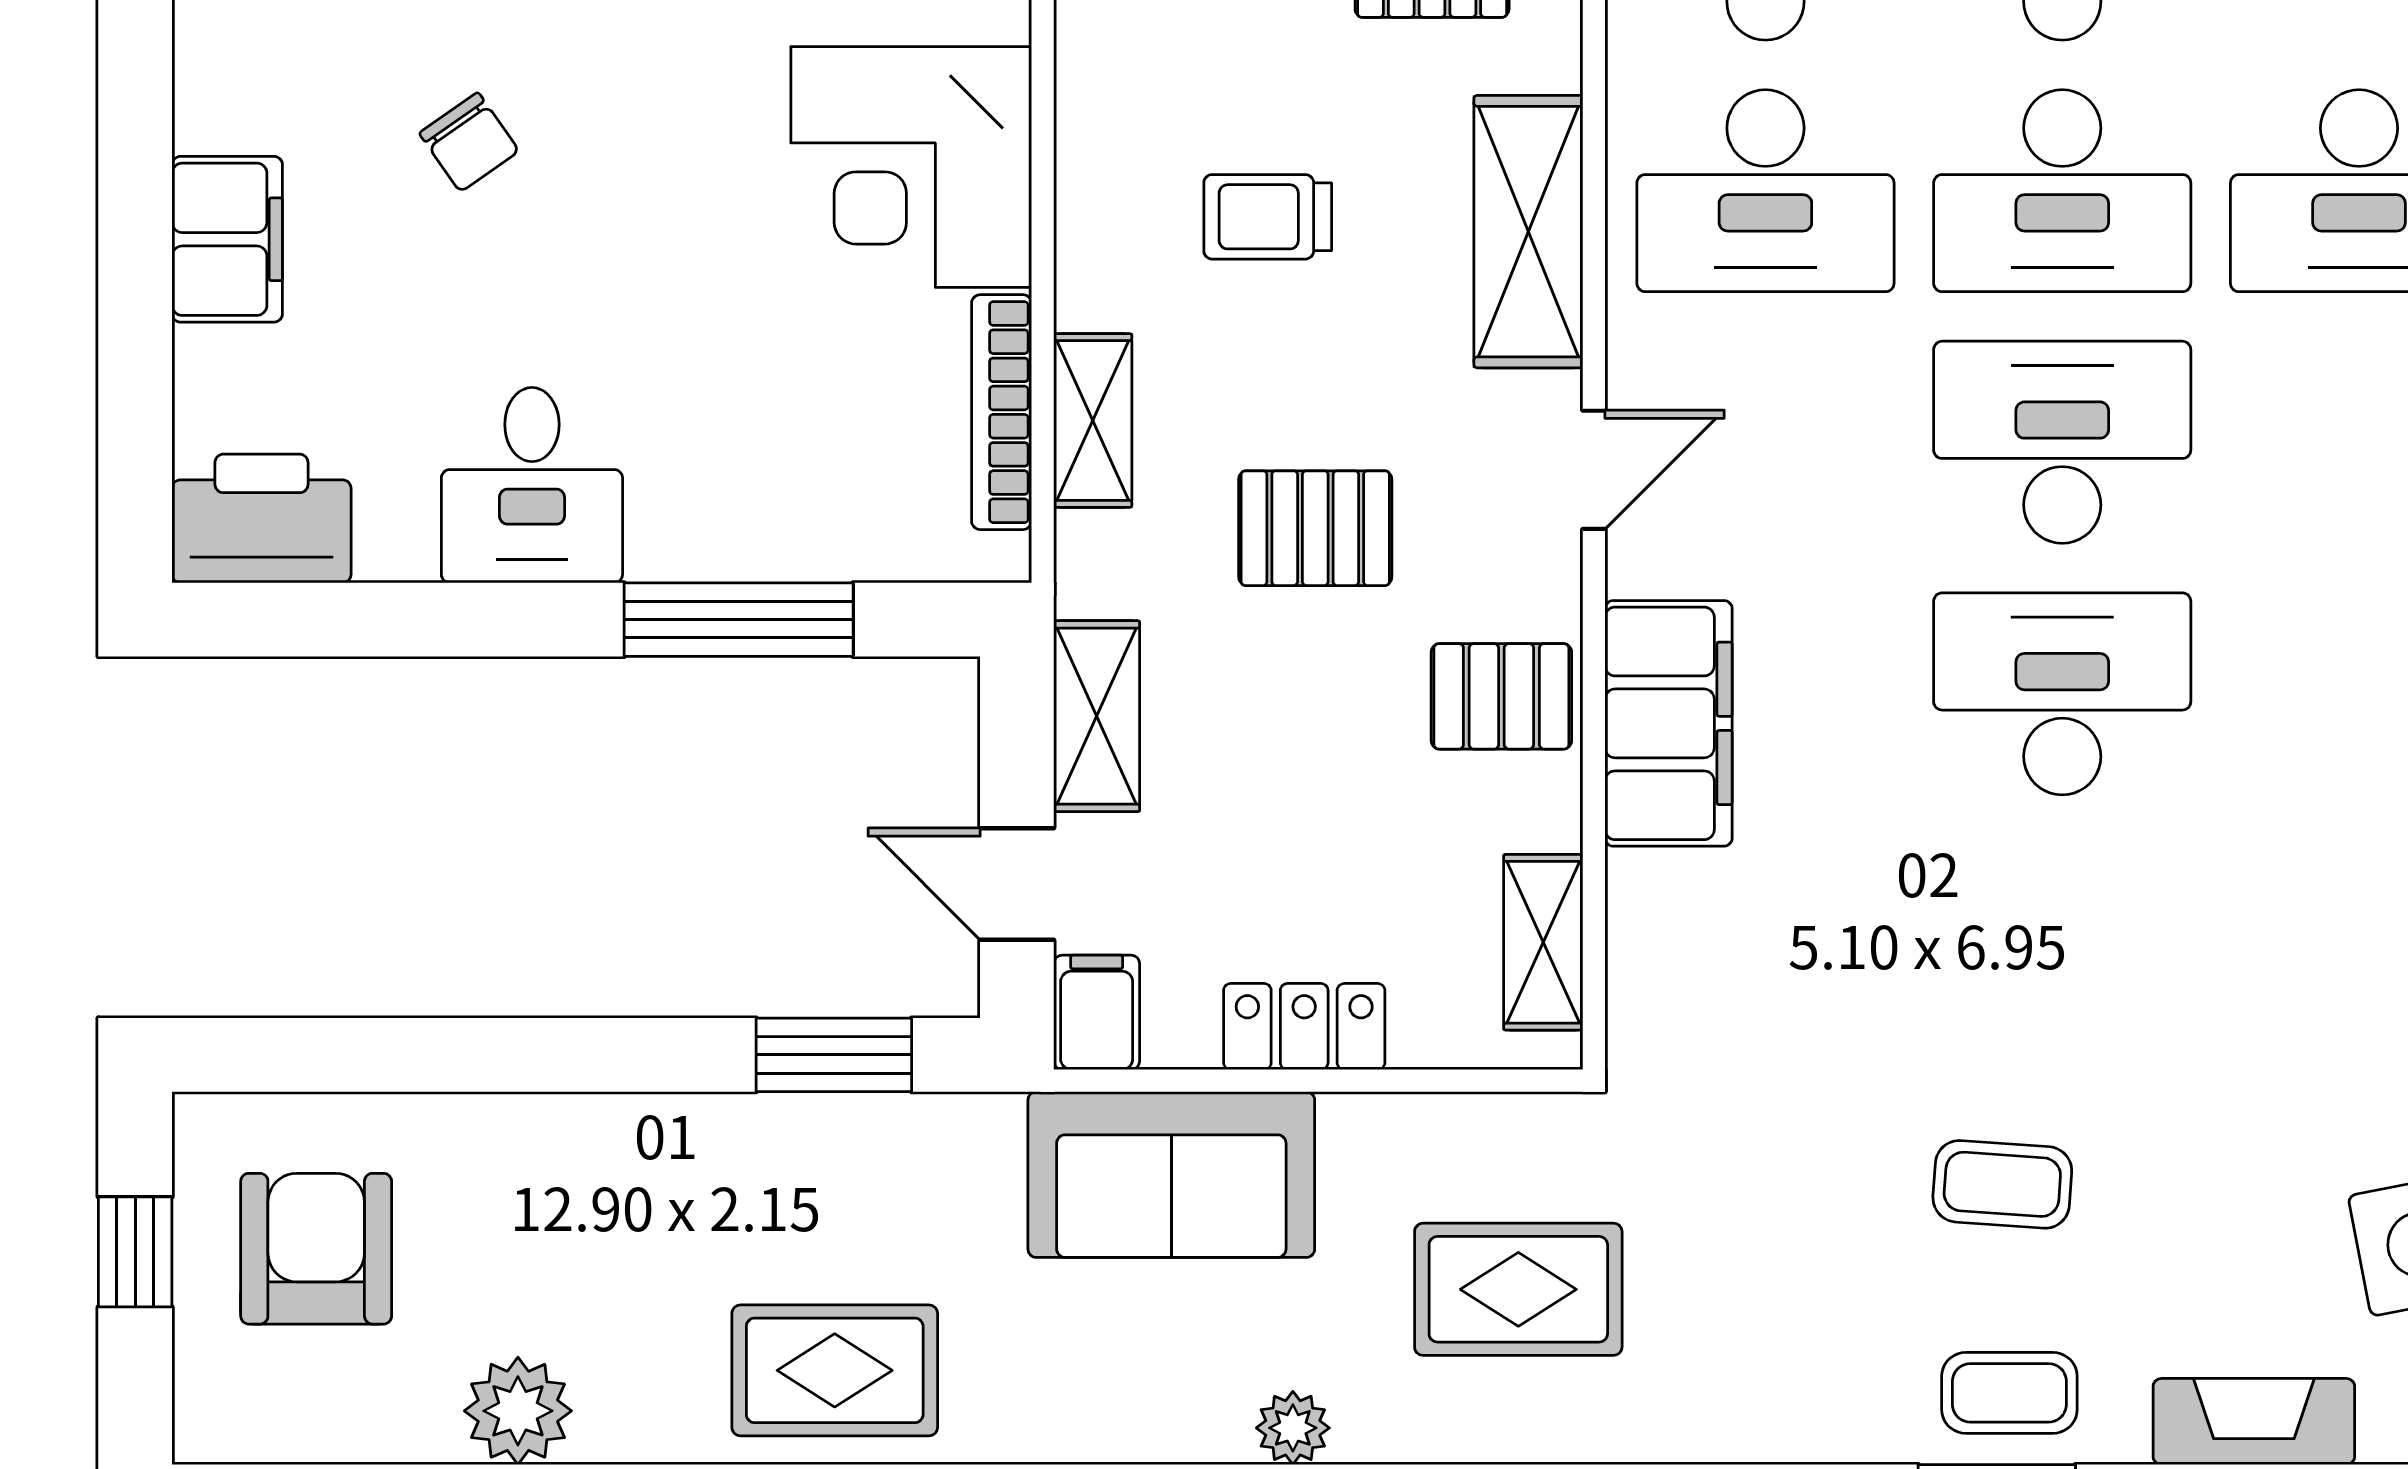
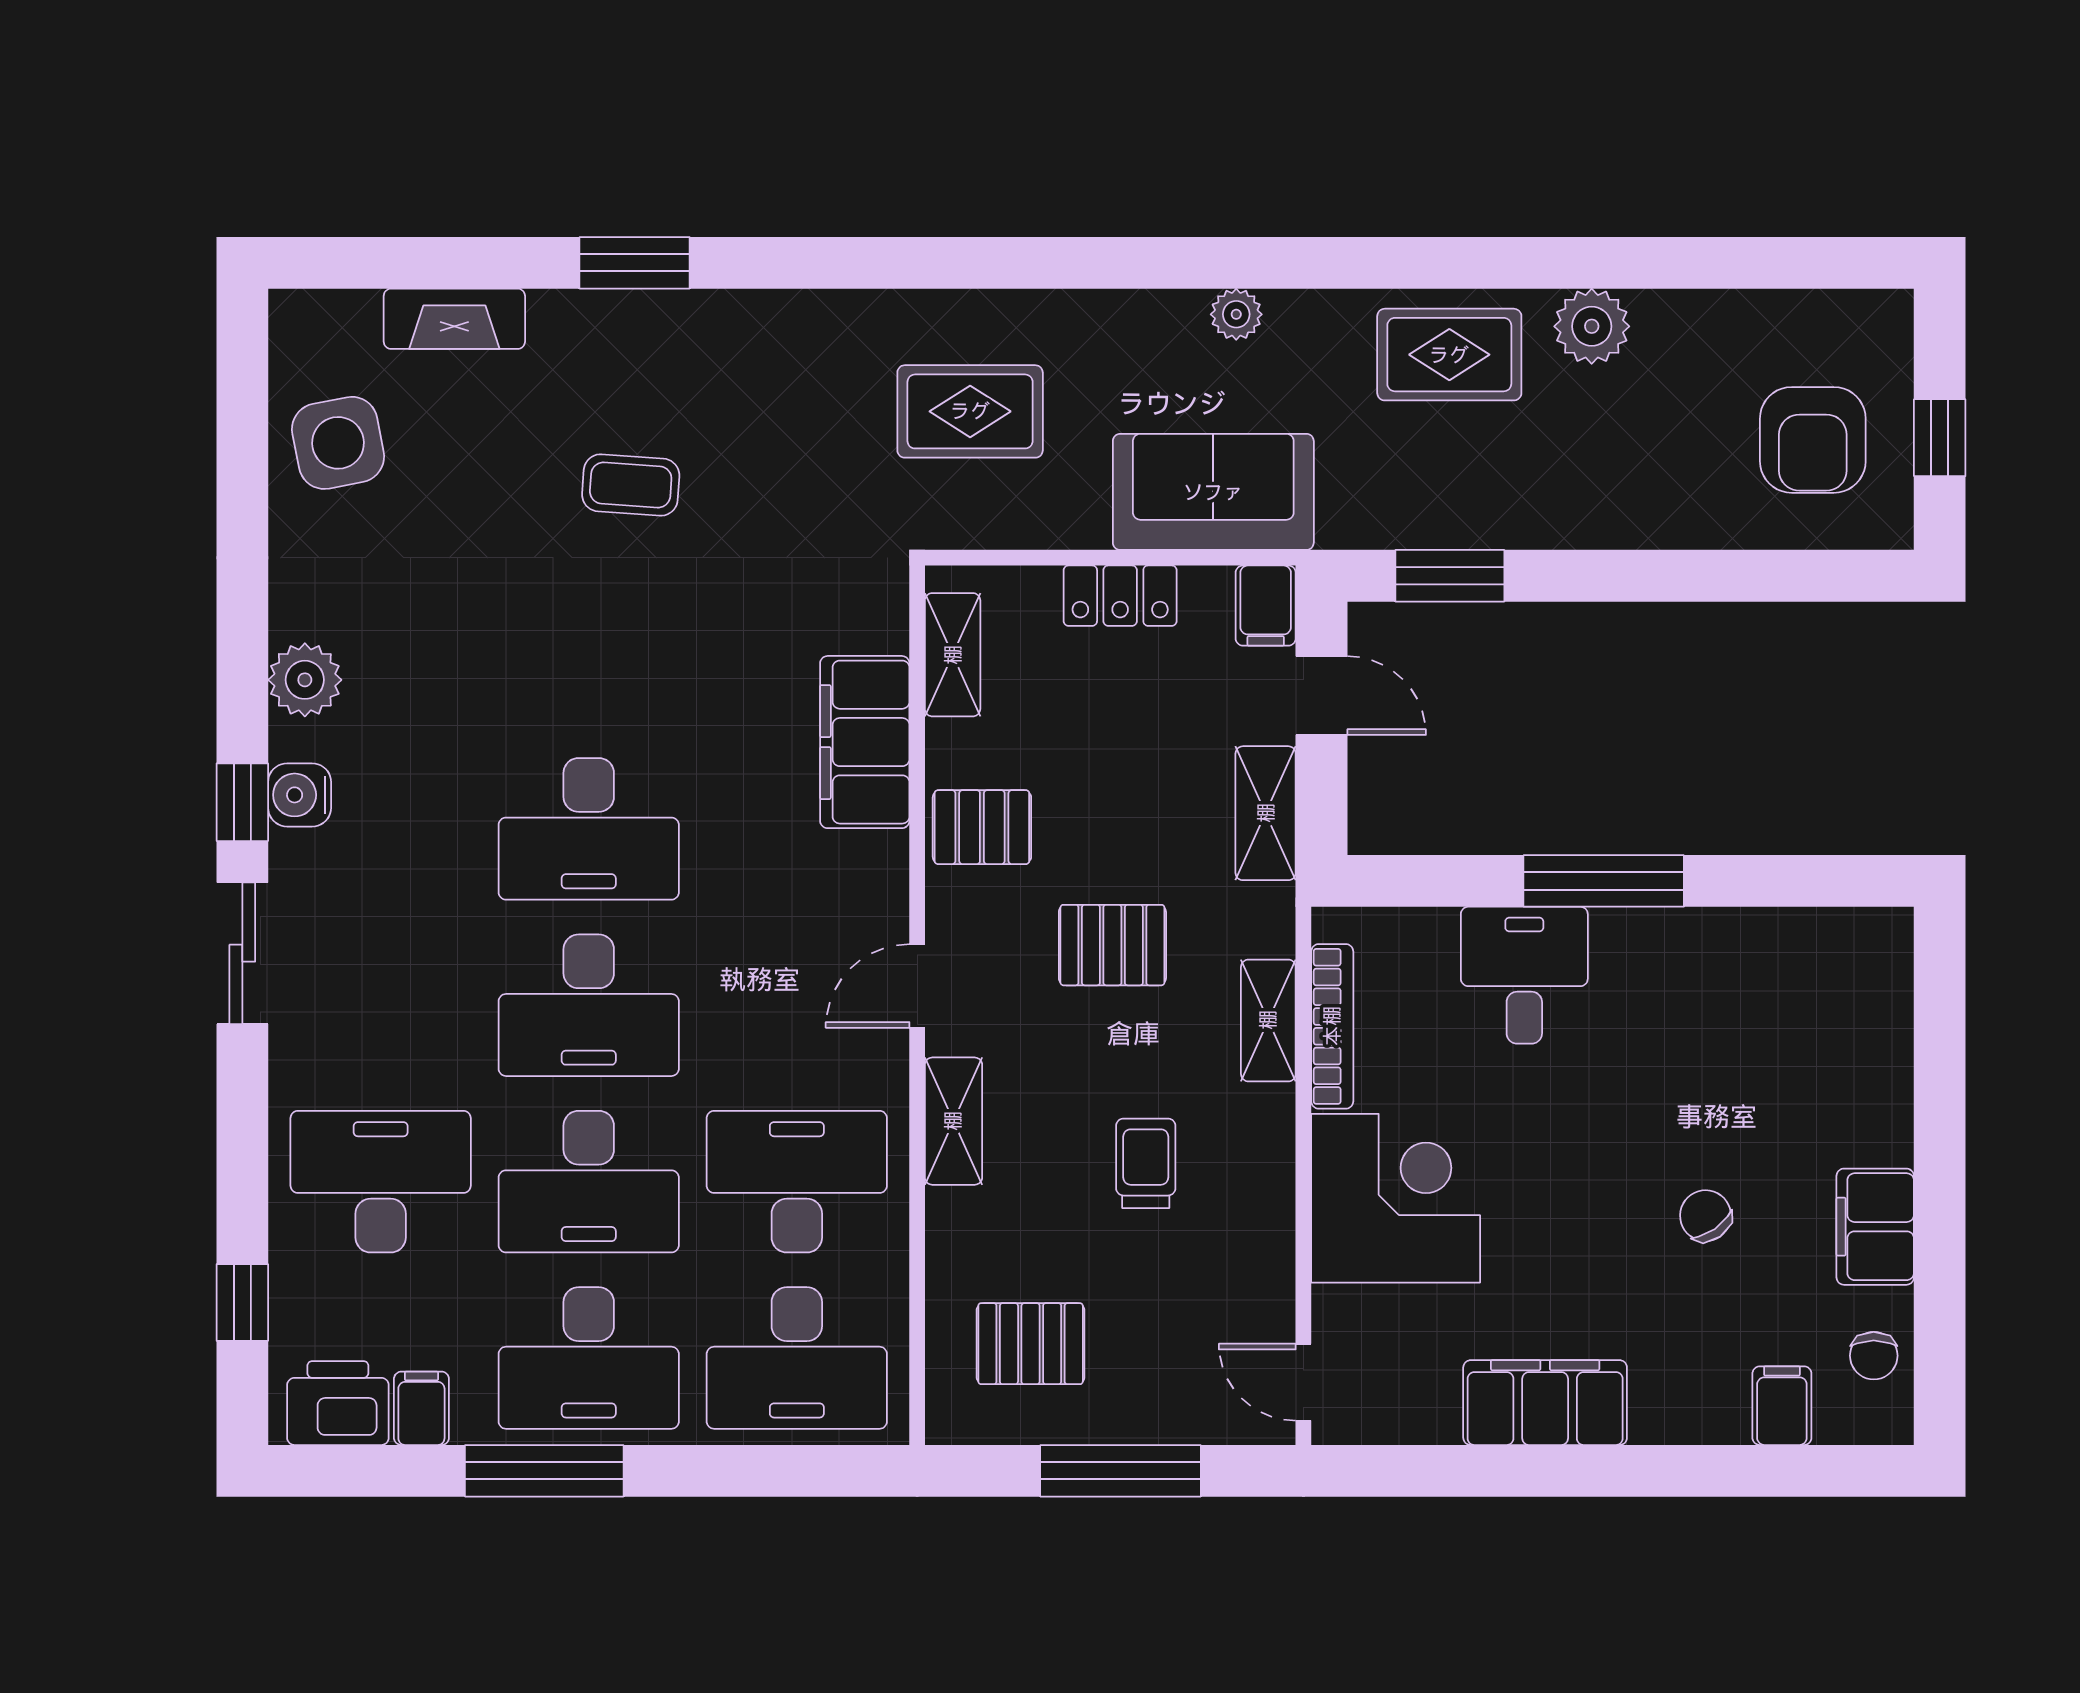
desk: (2062, 191) -> (589, 1182), turned 180
trolley: (1268, 217) -> (1146, 1163), turned -90
shelving: (1528, 232) -> (953, 1121), width x0.67, depth x0.75
filing cabinet: (227, 239) -> (1875, 1227), moved
desk: (532, 485) -> (1524, 975), moved
printer: (262, 518) -> (1851, 952), removed
window: (739, 620) -> (1604, 881), moved
filing cabinet: (1669, 723) -> (865, 742), moved
coffee table: (2009, 1393) -> (626, 339), removed
plant: (518, 1411) -> (1592, 326), moved
plant: (1293, 1428) -> (1236, 314), moved

